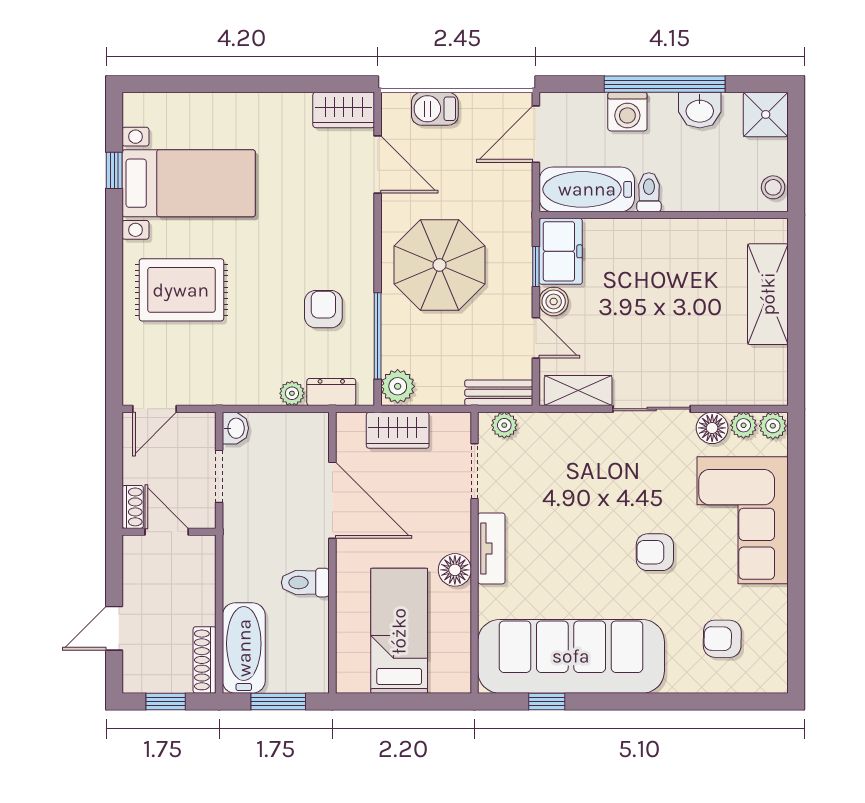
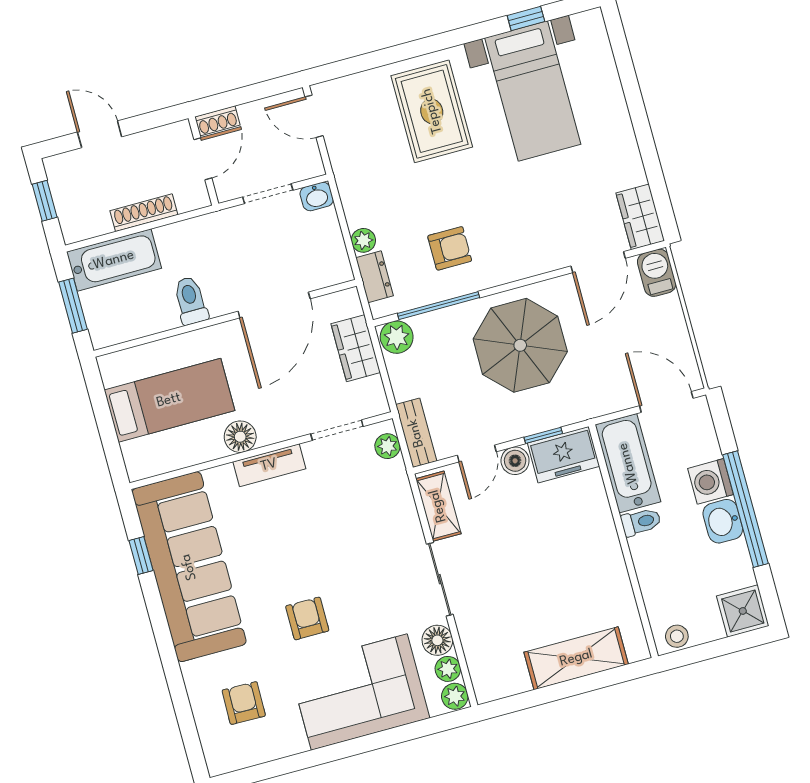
barbecue: (435, 109) -> (657, 273), moved
washbasin: (700, 110) -> (723, 521), moved
shoe rack: (205, 660) -> (144, 213), moved

